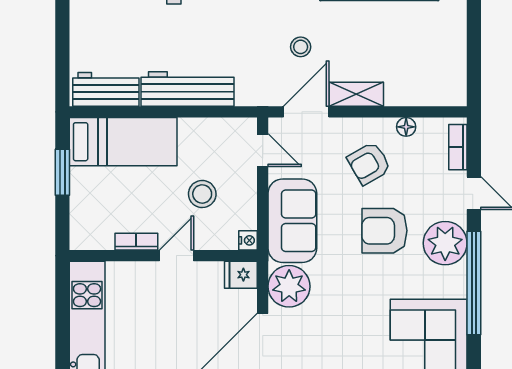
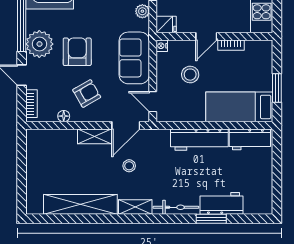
armchair: (384, 231) -> (77, 52), turned -90
plant: (289, 286) -> (142, 11), width x0.53, depth x0.53

